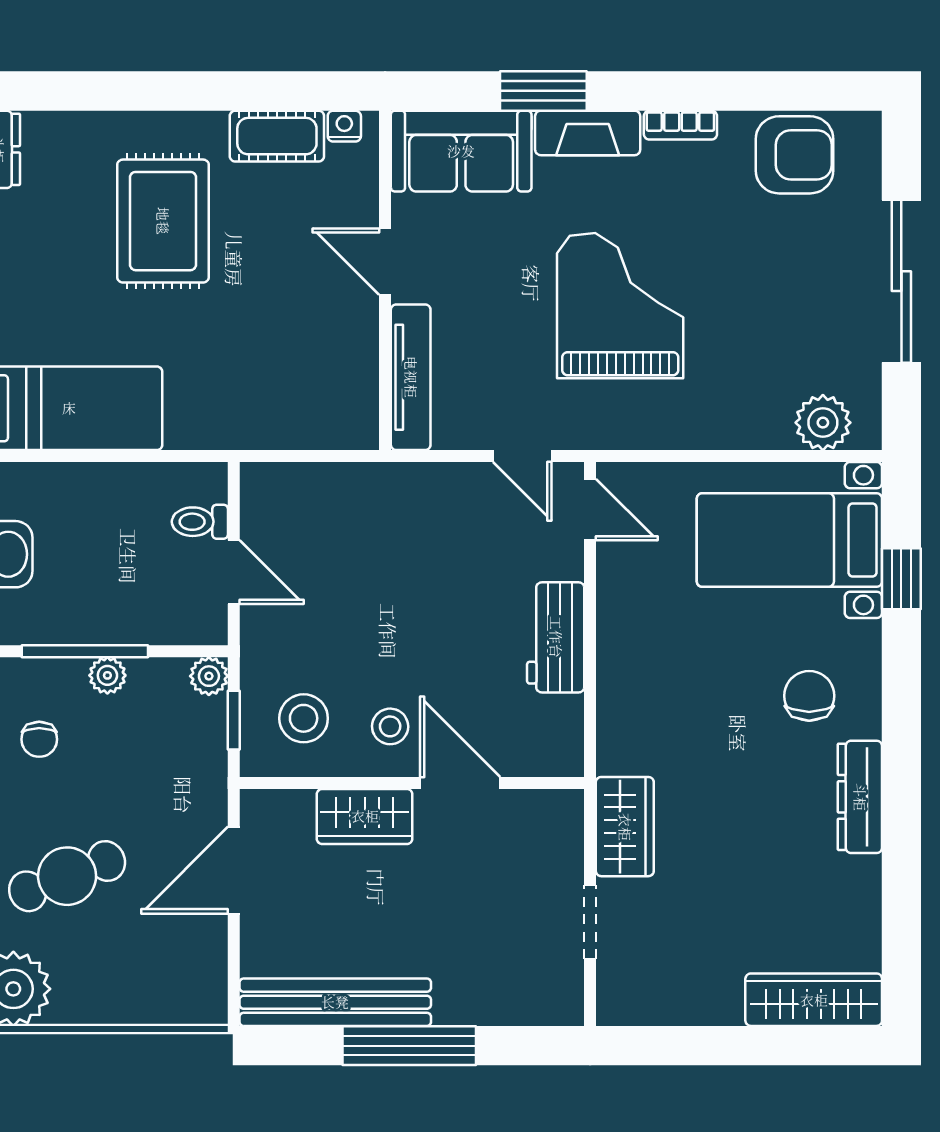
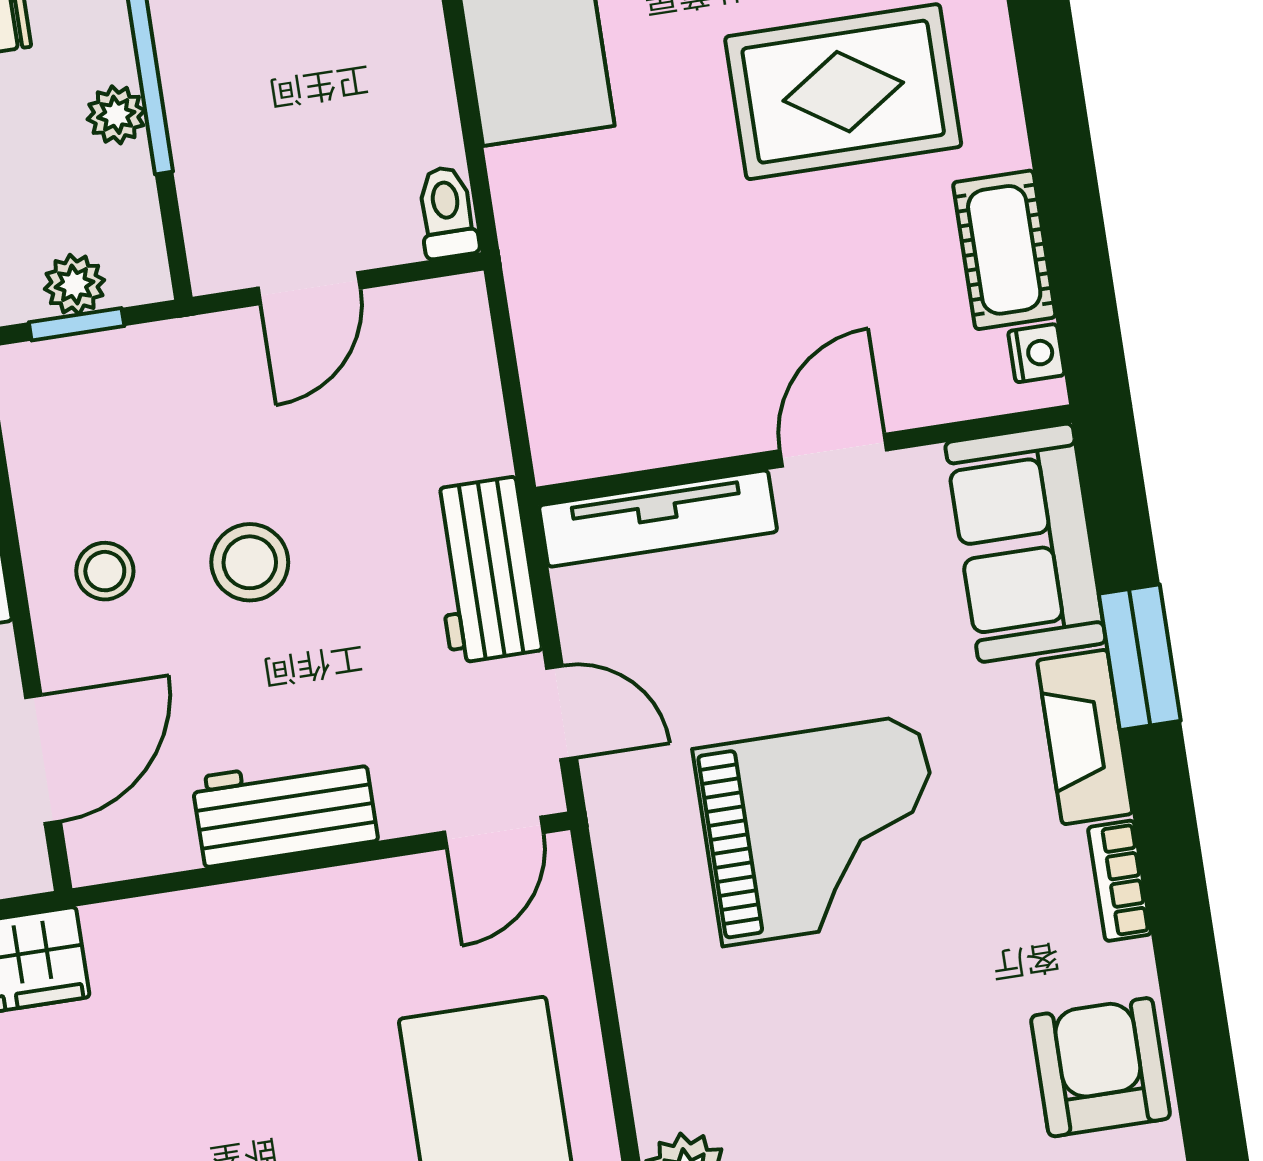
armchair: (795, 155) -> (1101, 1067), turned 180
door: (522, 456) -> (561, 713), swing flipped
workbench: (426, 491) -> (484, 570), added
toilet: (200, 522) -> (447, 212), moved
plant: (209, 676) -> (74, 284), moved
stool: (304, 718) -> (250, 562), moved
door: (460, 783) -> (43, 759), moved

